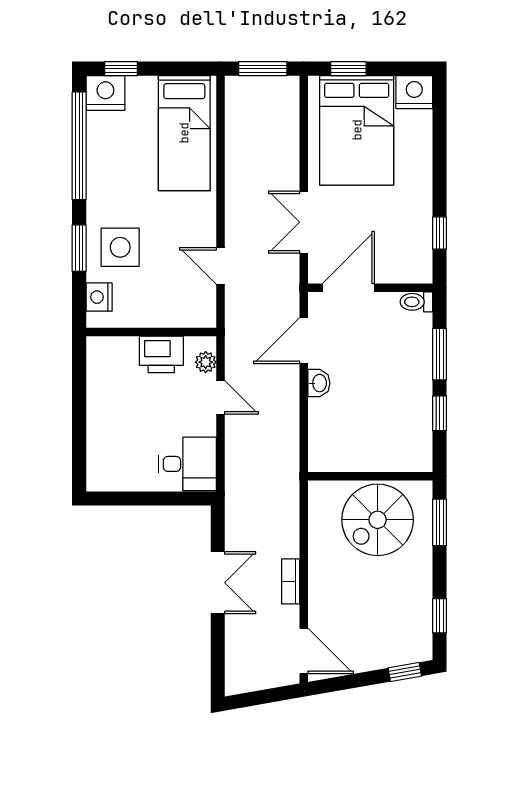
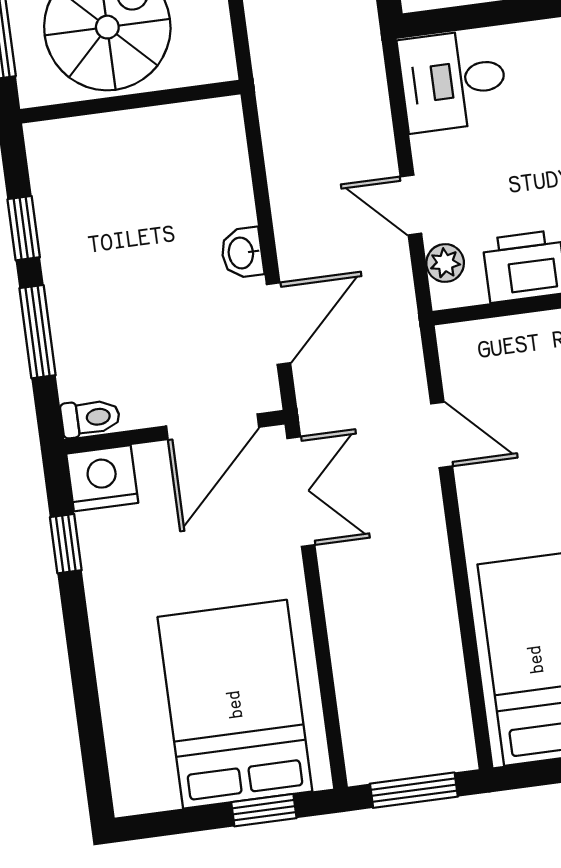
nightstand: (414, 92) -> (102, 478), moved, turned 180
double door: (304, 222) -> (301, 492), moved

